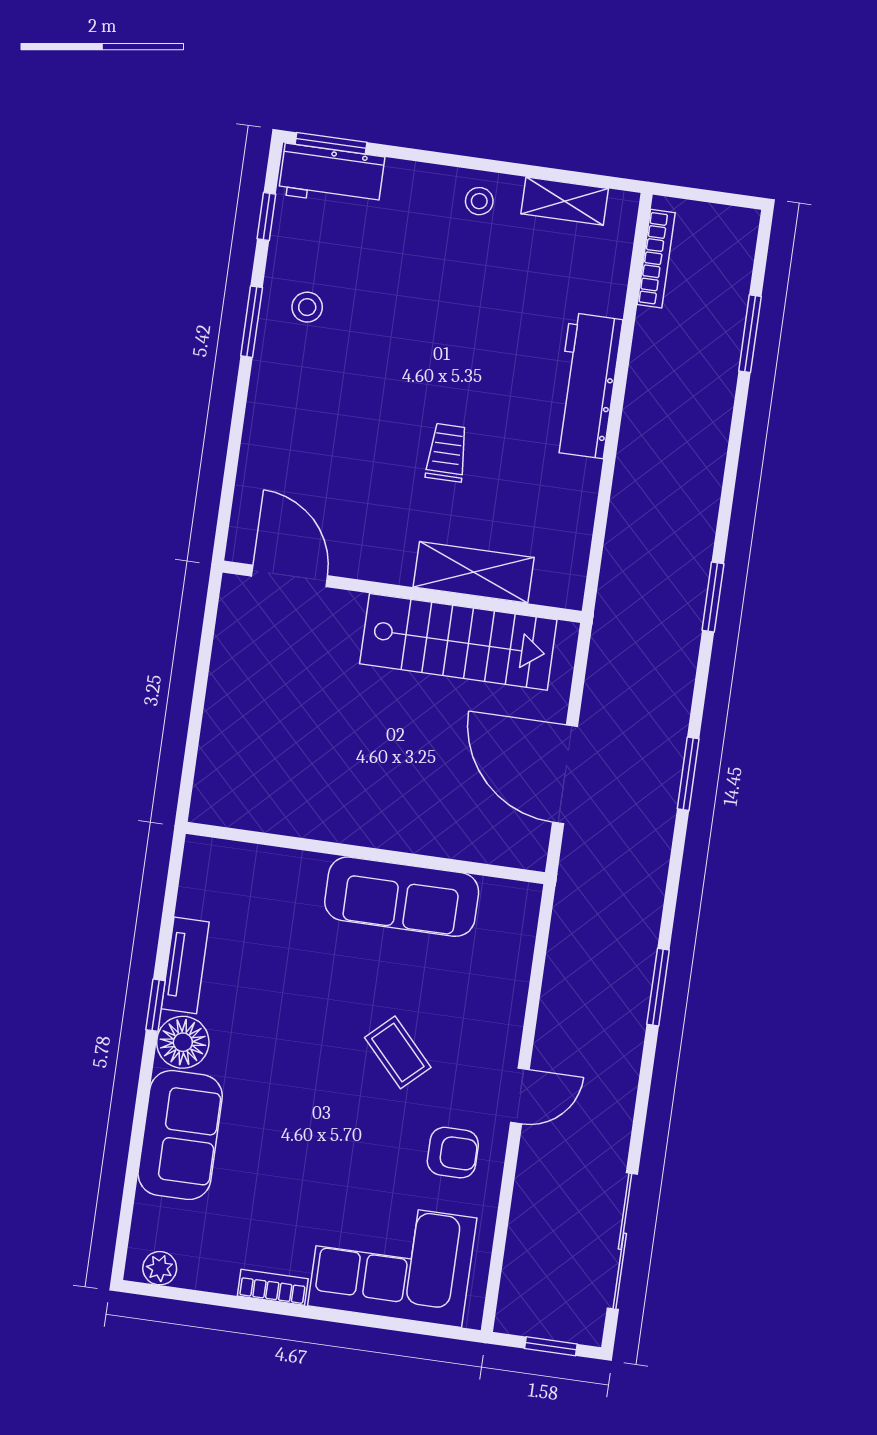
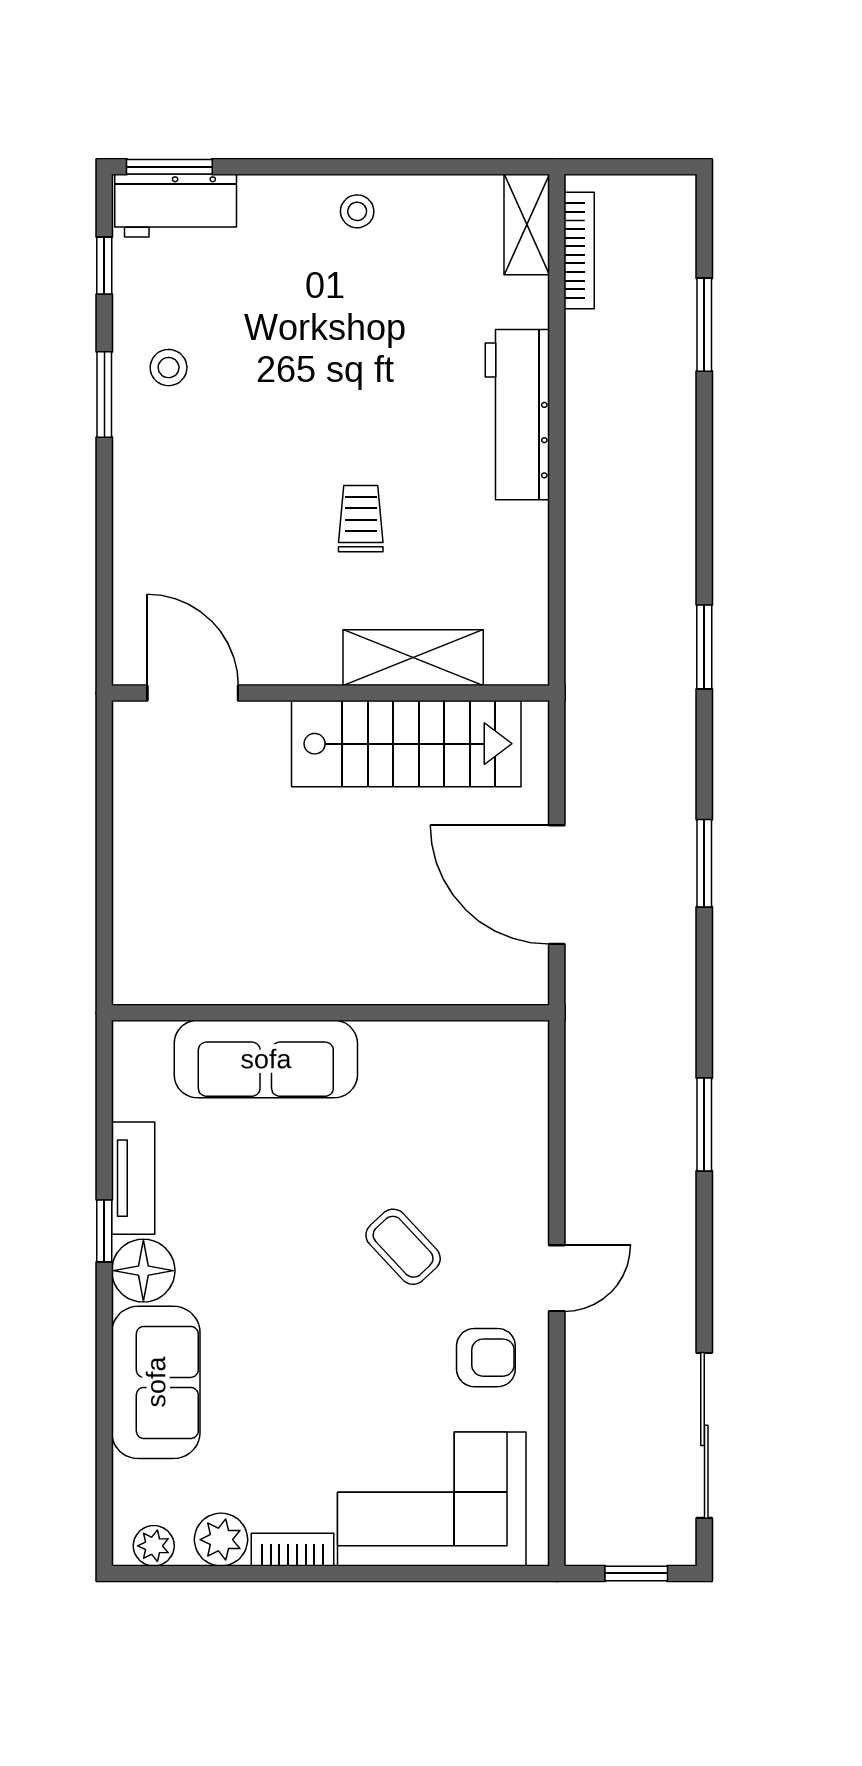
shelving: (565, 201) -> (527, 225), moved, turned 90
sofa: (402, 897) -> (266, 1059), moved
plant: (215, 1271) -> (221, 1540), added

